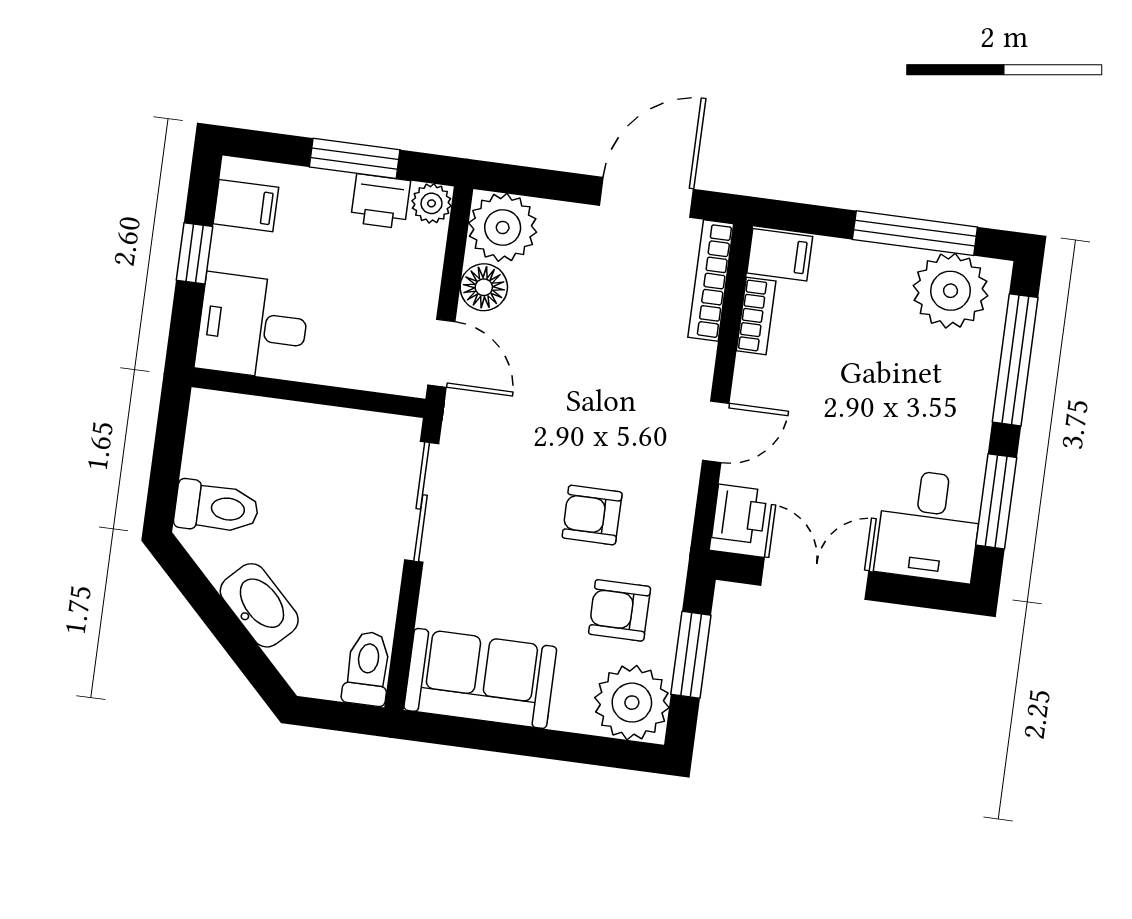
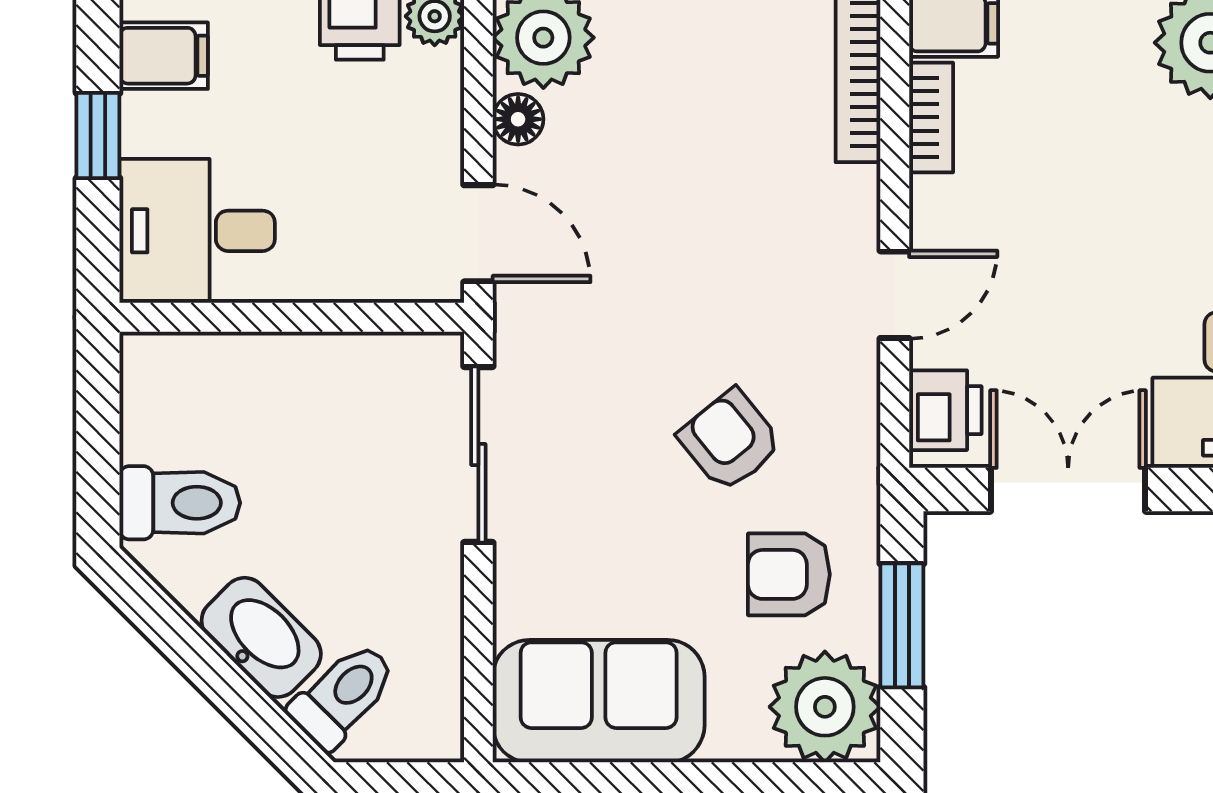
floor lamp: (484, 287) -> (518, 119), width x0.73, depth x0.73
armchair: (592, 515) -> (730, 440), turned 51
toilet: (367, 668) -> (343, 695), moved, turned 45

